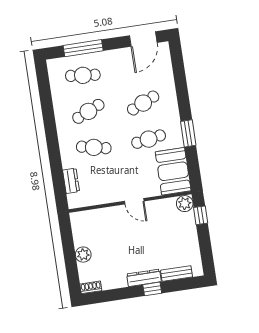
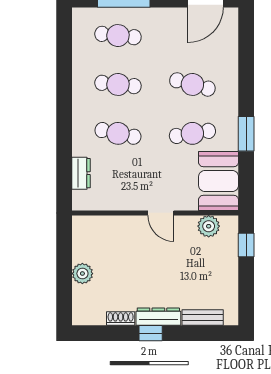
cafe table: (143, 103) -> (192, 84), turned 39
cafe table: (88, 111) -> (118, 84), turned 30
plant: (185, 204) -> (209, 226), moved
shoe rack: (91, 287) -> (121, 319), moved
window: (152, 289) -> (151, 333), moved

